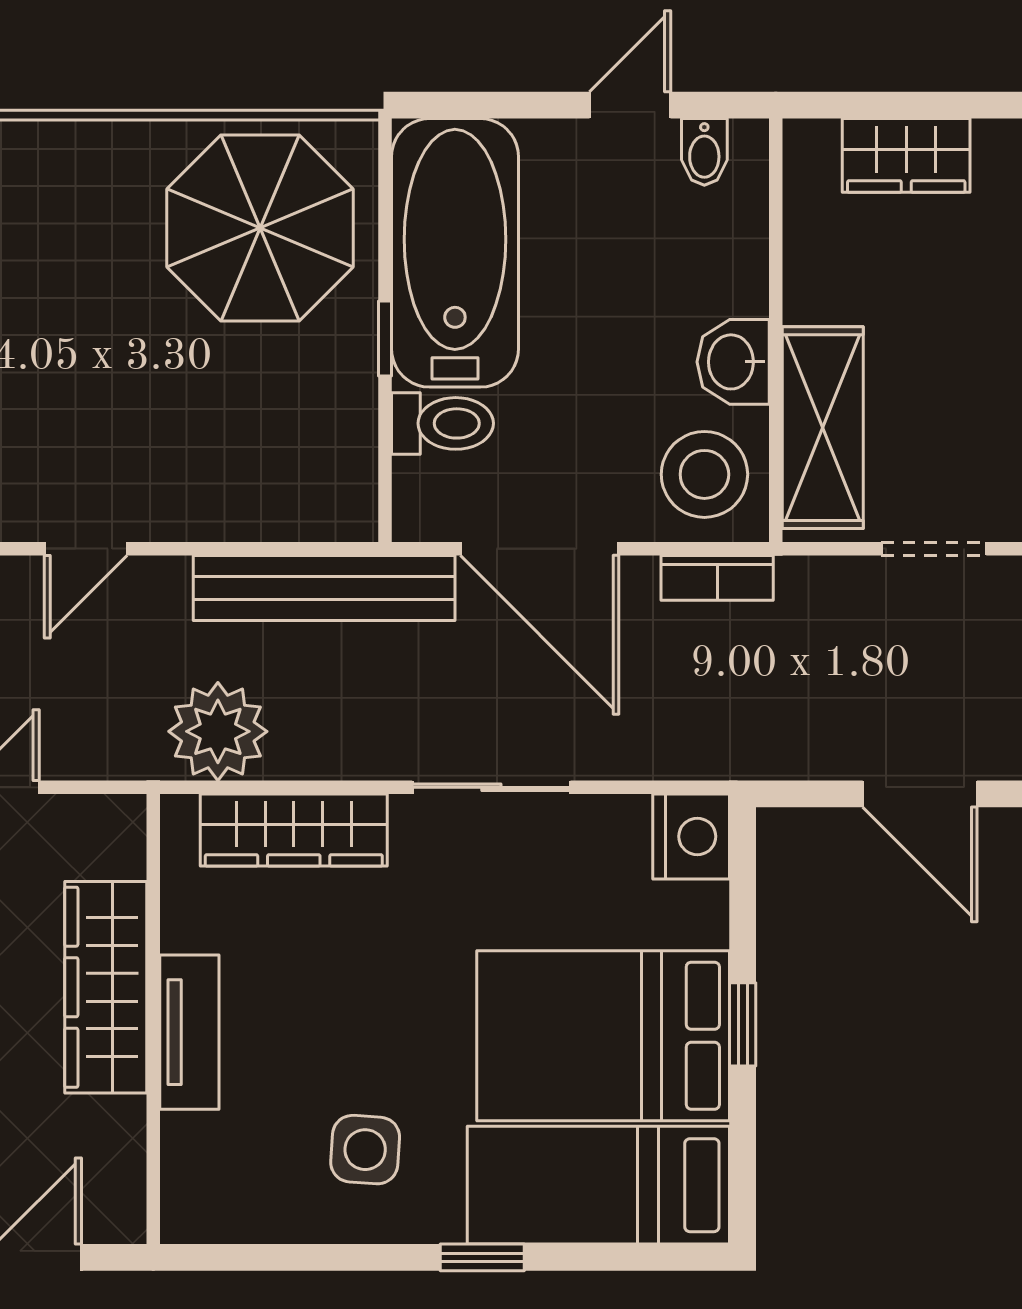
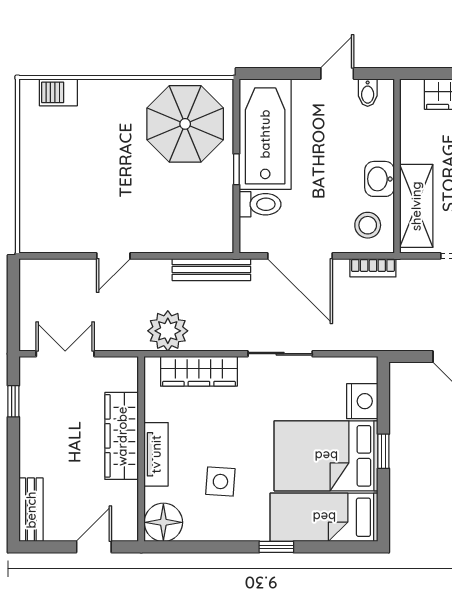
stool: (704, 474) -> (368, 225), width x0.73, depth x0.73
bench: (324, 588) -> (211, 270), width x0.73, depth x0.82
nightstand: (691, 836) -> (362, 401), moved
side table: (365, 1150) -> (220, 481), moved
floor lamp: (207, 1198) -> (163, 522), added

